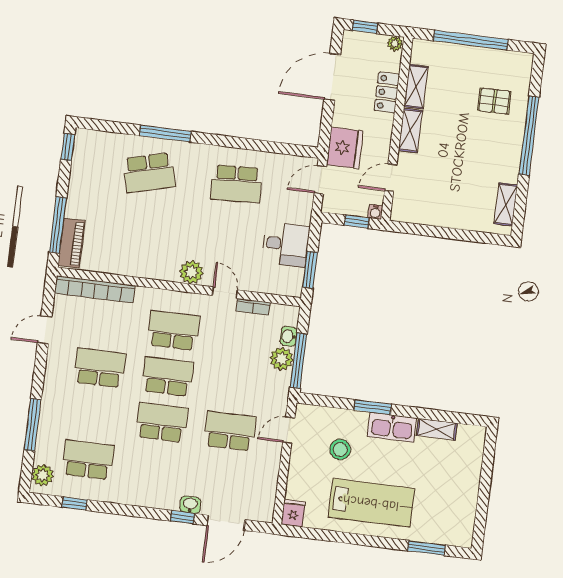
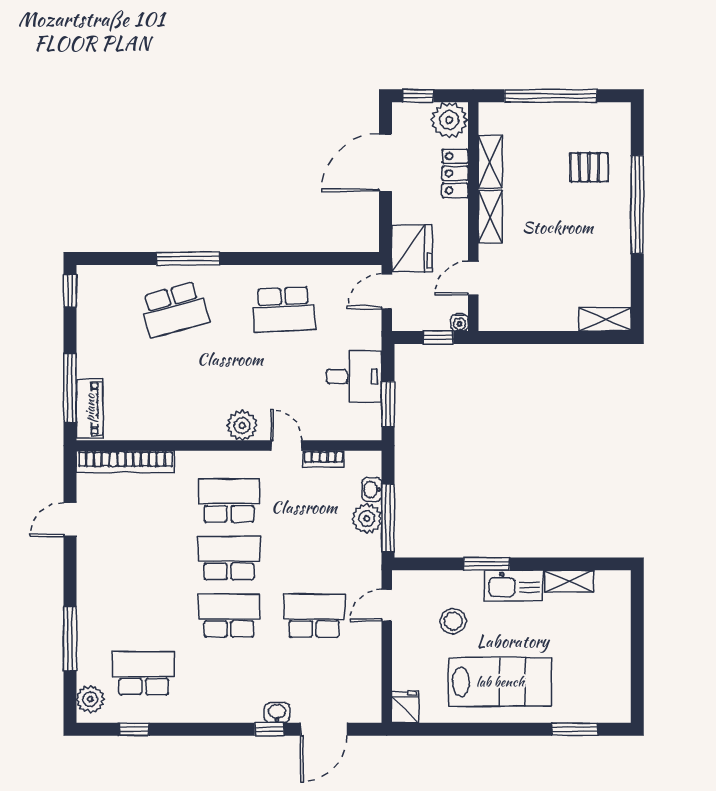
plant: (395, 43) -> (449, 120), width x1.87, depth x1.87
shelving: (506, 204) -> (605, 320), moved, turned 90
school desk: (100, 368) -> (144, 558), removed

